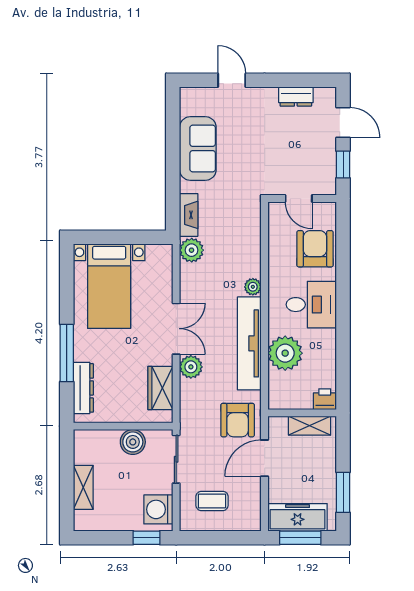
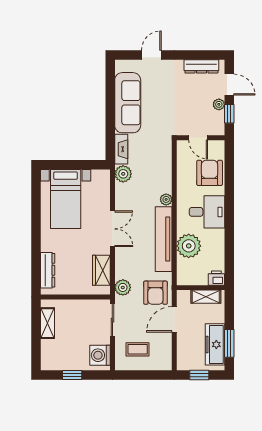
door: (232, 80) -> (151, 55), hinge flipped
dresser: (296, 97) -> (201, 66), width x1.44
sofa: (198, 148) -> (128, 103), width x1.36
plant: (328, 151) -> (219, 104), added
window: (67, 353) -> (36, 246), removed
plant: (191, 367) -> (123, 287), moved
boiler: (133, 442) -> (82, 308), removed
shelving: (83, 487) -> (48, 323), moved
freezer: (298, 517) -> (215, 344), moved, turned -90
window: (147, 538) -> (72, 375), moved
window: (300, 538) -> (199, 375), width x0.67

